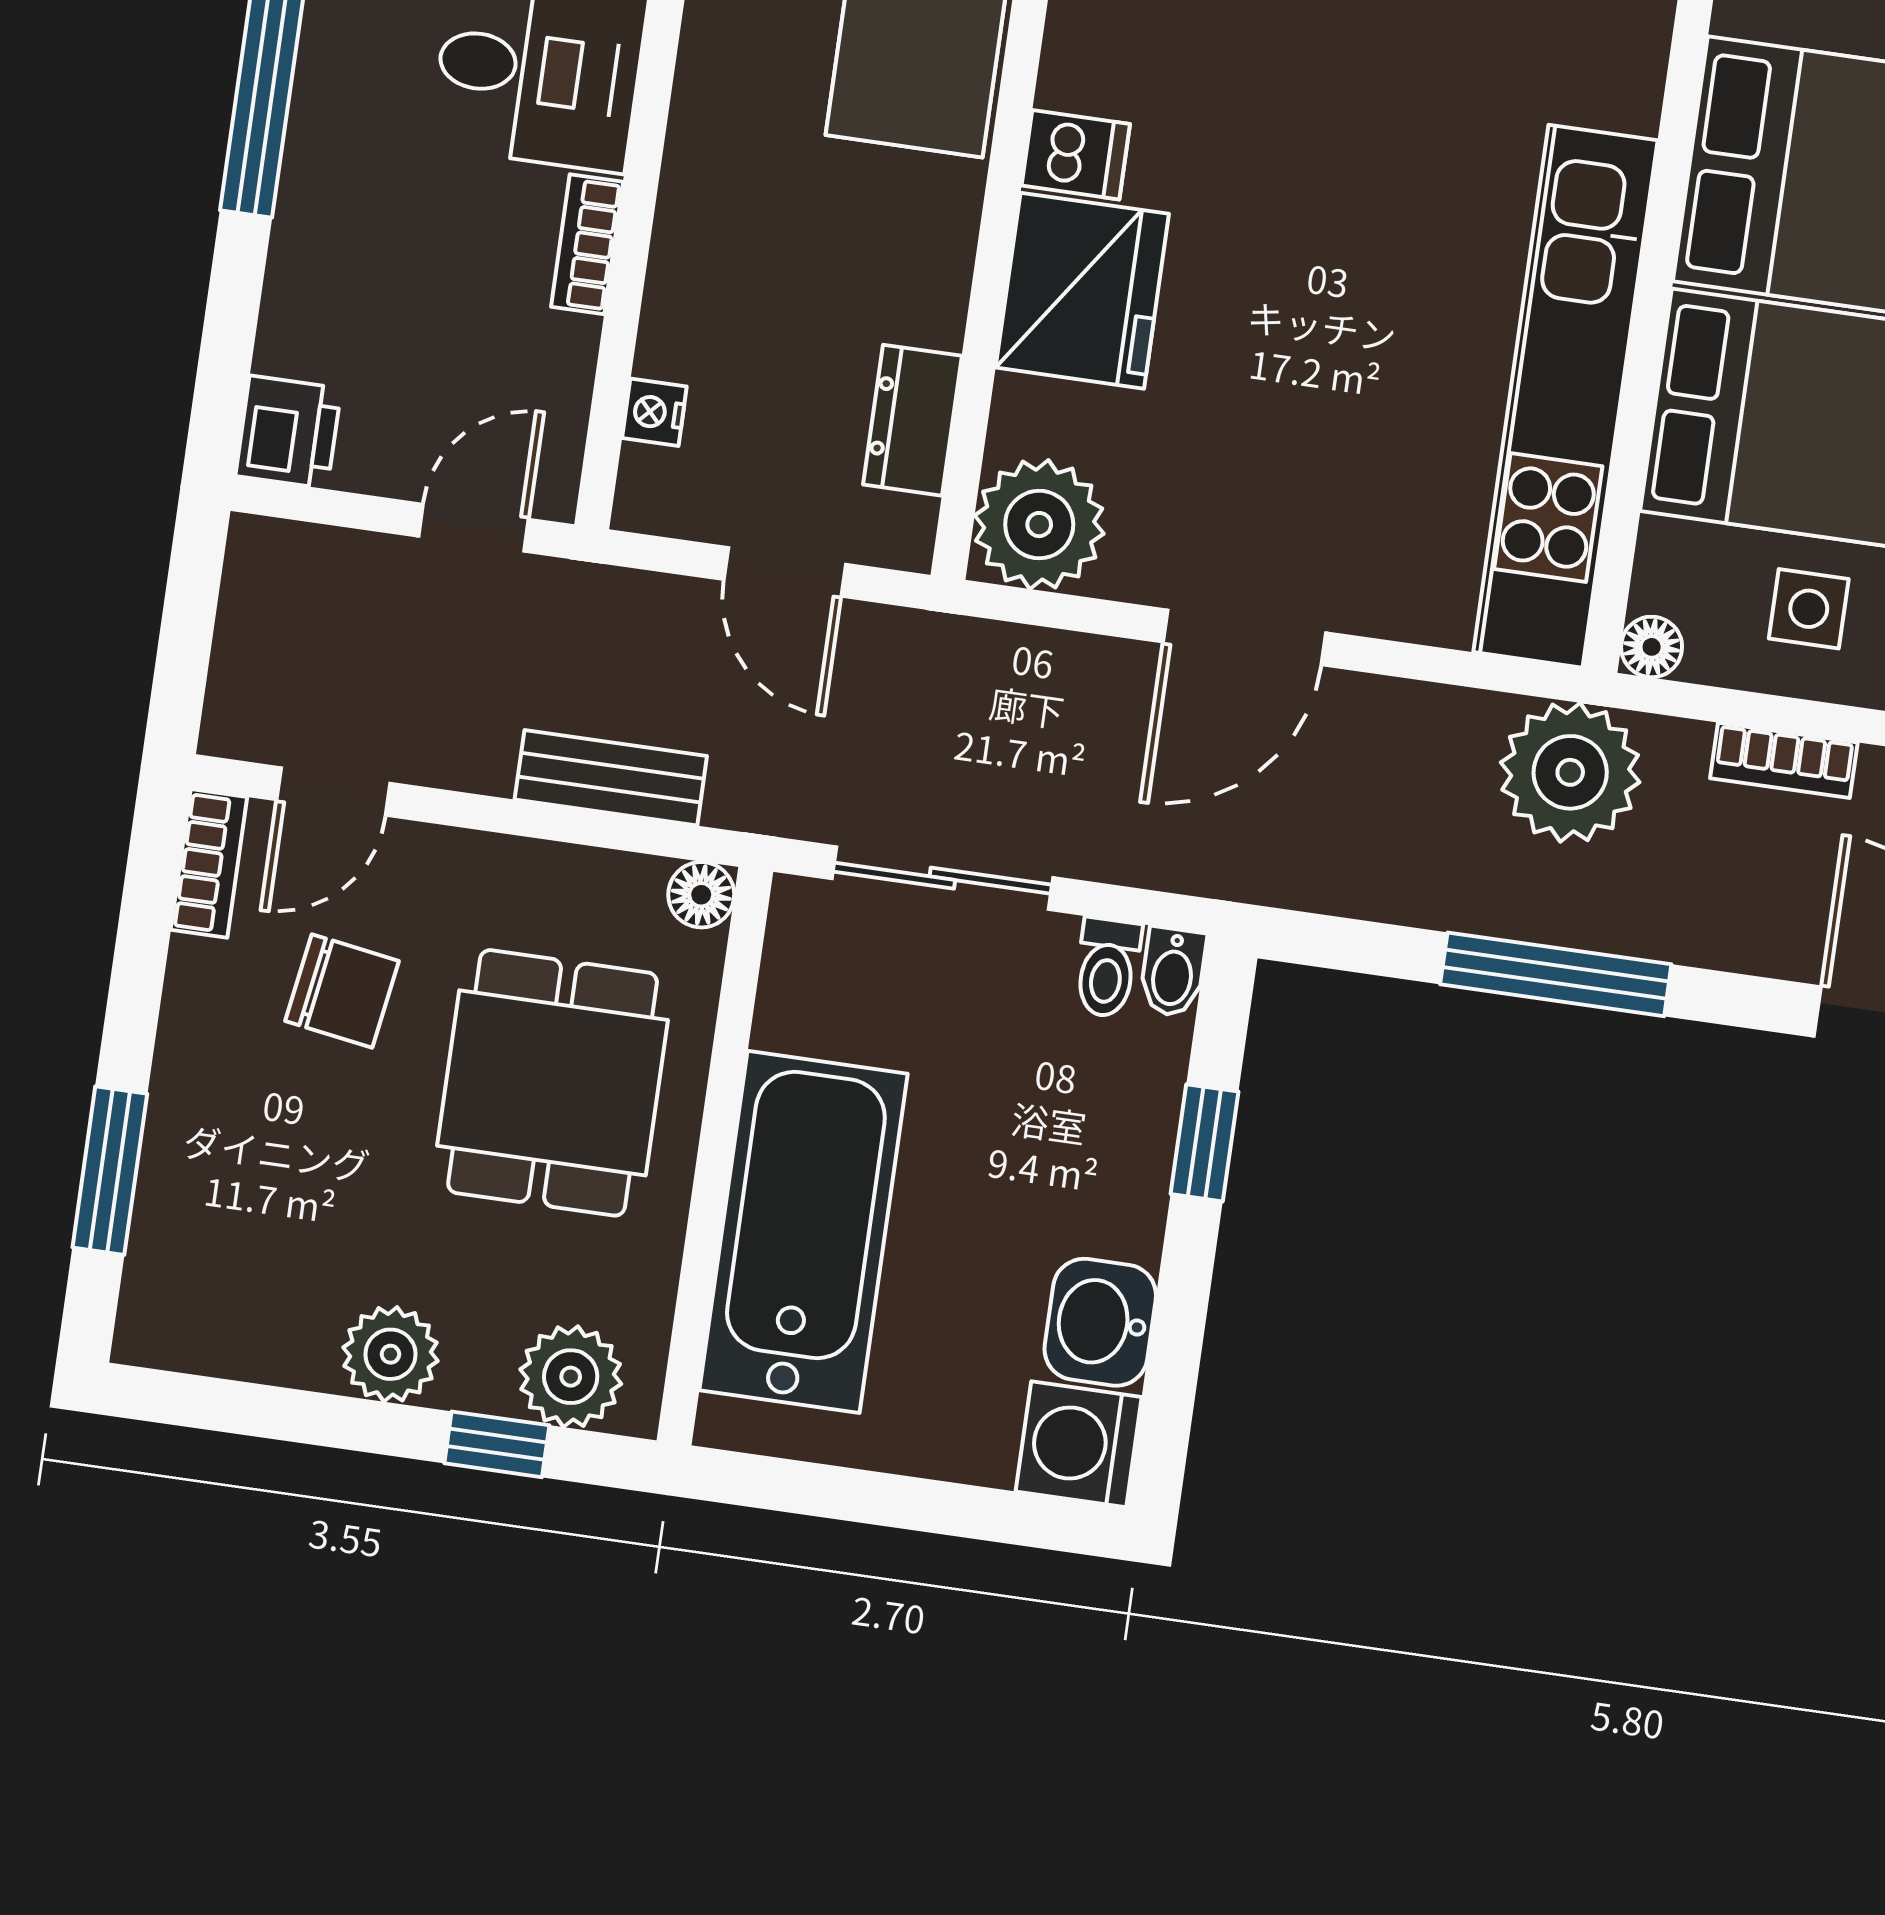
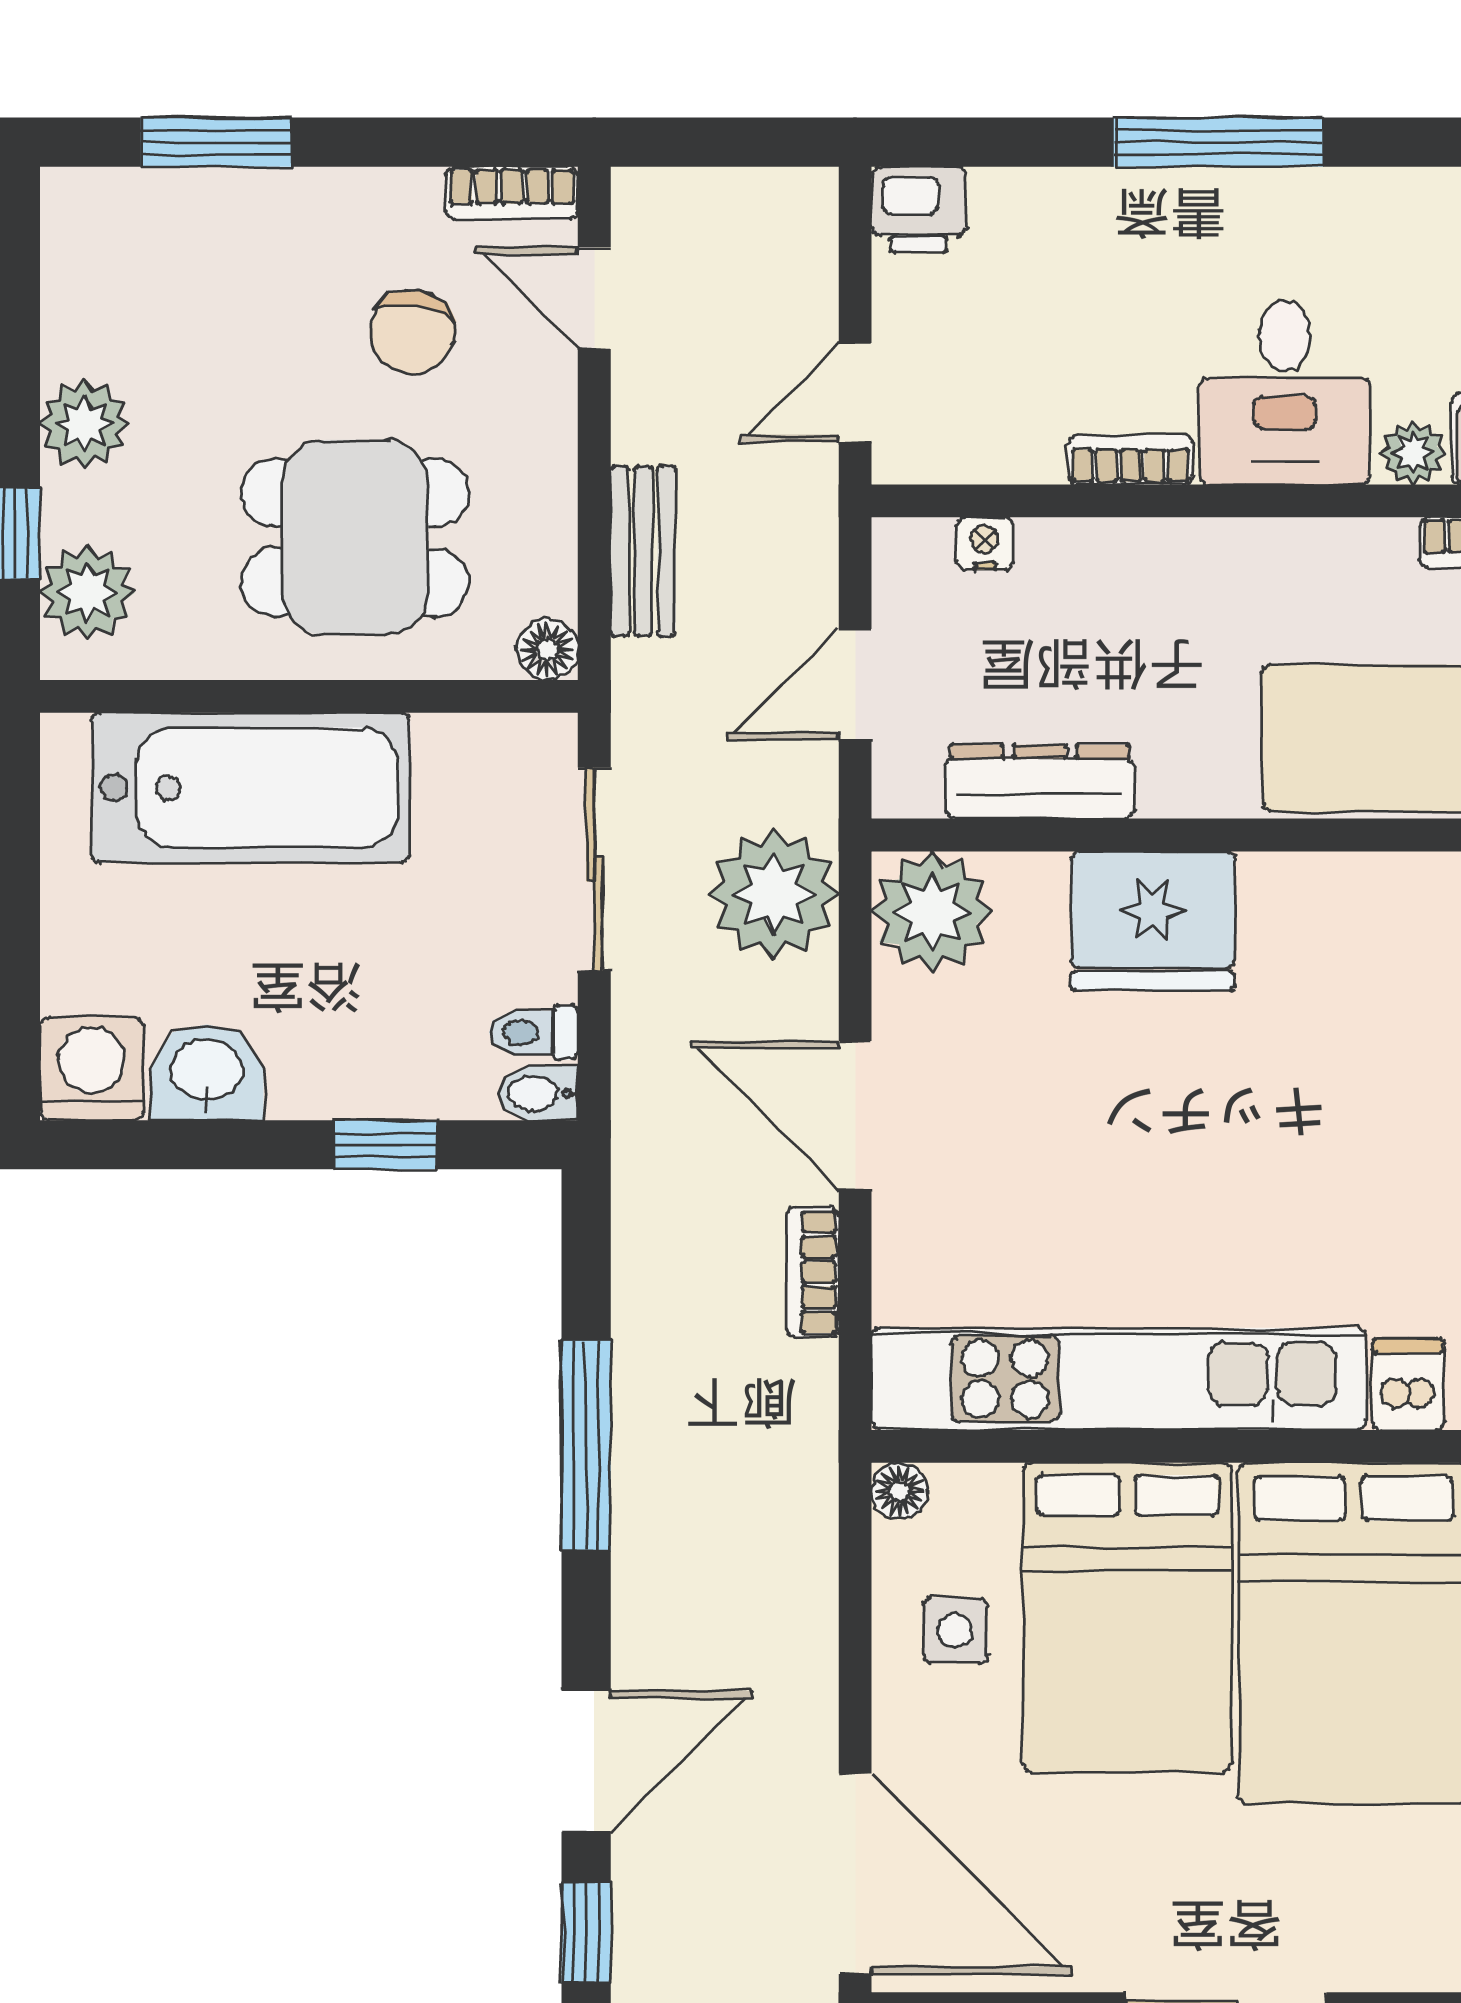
dishwasher: (1076, 155) -> (1408, 1384), moved, turned 180
dresser: (912, 420) -> (1040, 782), width x1.44
door: (474, 528) -> (855, 392), swing flipped
bookcase: (1784, 760) -> (813, 1272), moved
plant: (1570, 772) -> (774, 894), moved

